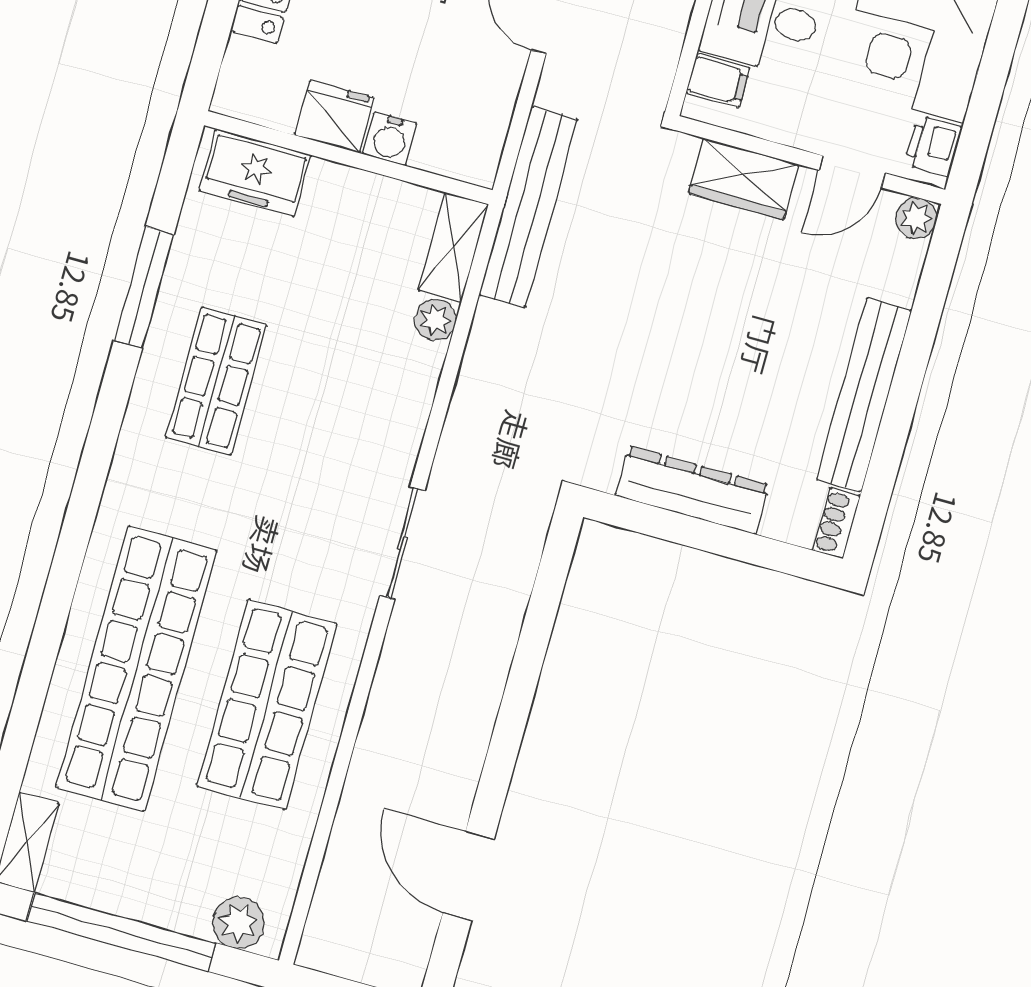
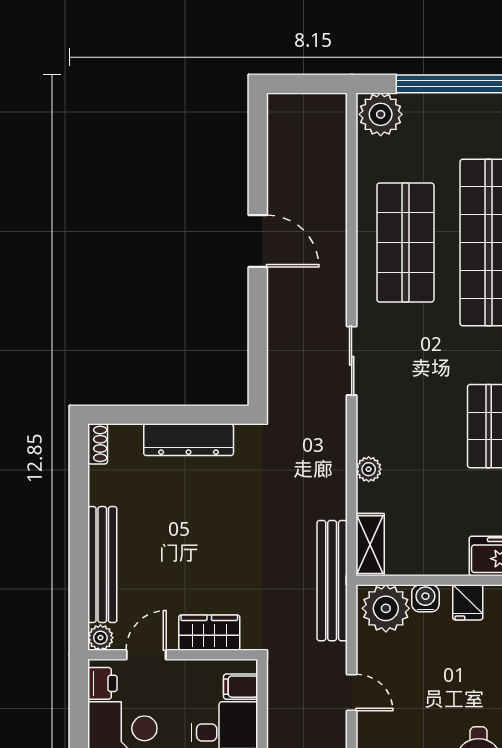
fridge: (334, 116) -> (468, 602), width x0.72
plant: (456, 140) -> (386, 608), added
plant: (436, 320) -> (369, 469), moved
bench: (864, 395) -> (102, 565), moved
door: (468, 876) -> (258, 241), moved
plant: (238, 923) -> (381, 114), width x1.36, depth x1.36

